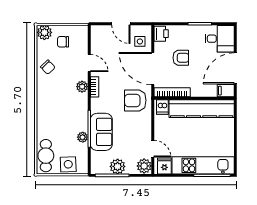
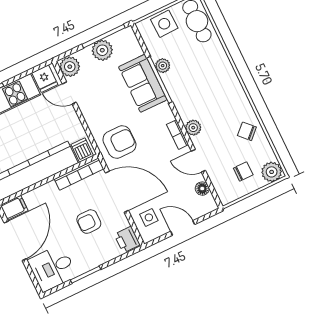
floor lamp: (96, 44) -> (202, 189), added

